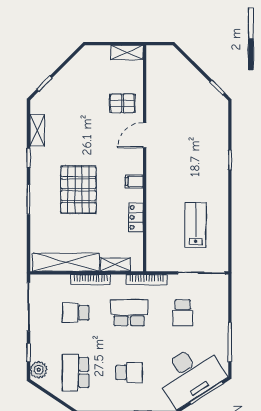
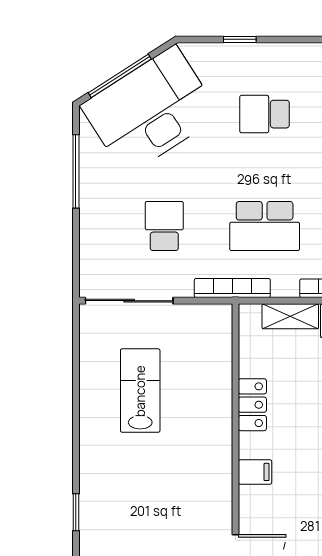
lab bench: (196, 225) -> (140, 391), turned 180

